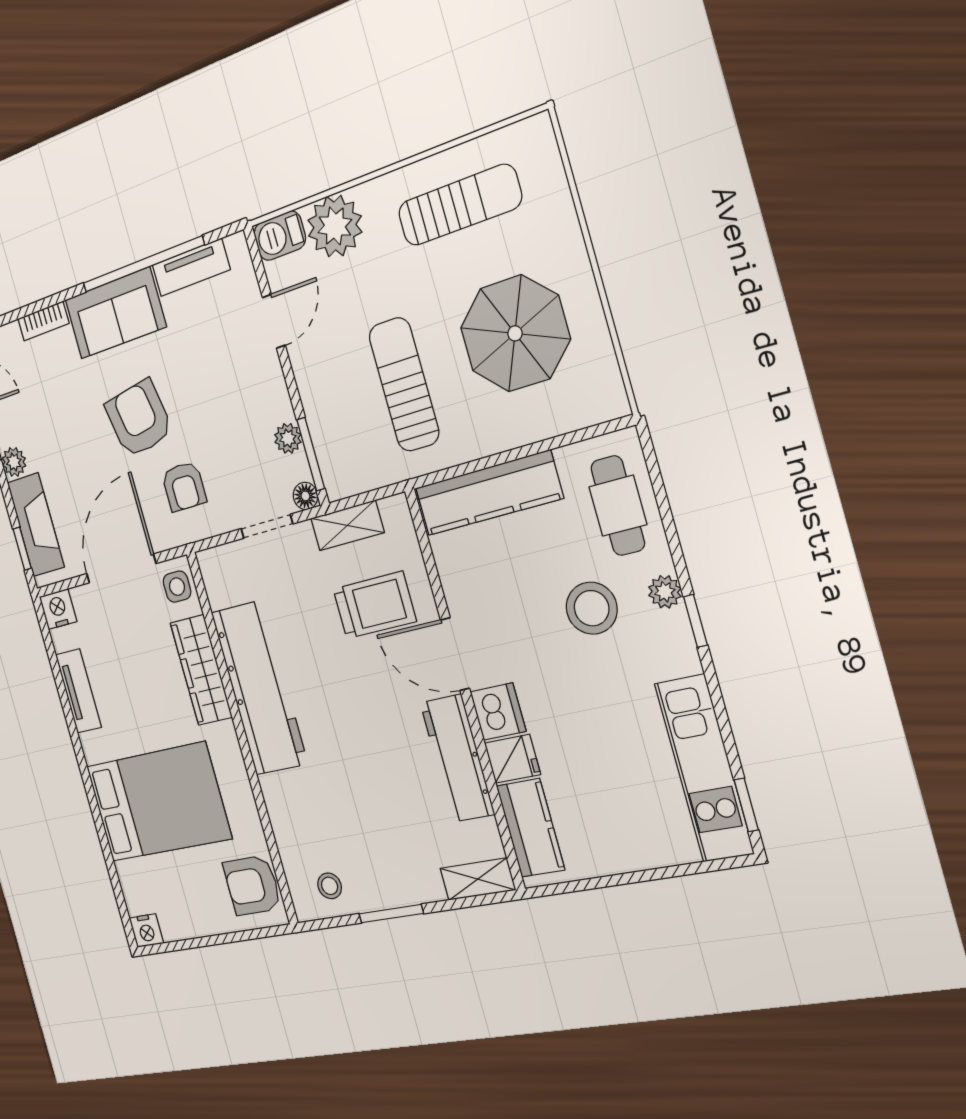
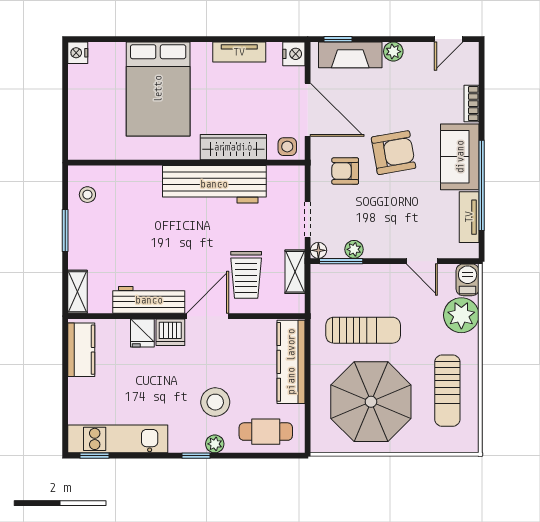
parasol: (515, 333) -> (371, 402), width x1.36, depth x1.36
kitchen counter: (530, 828) -> (81, 350), moved, turned -90
armchair: (252, 885) -> (96, 141), removed

